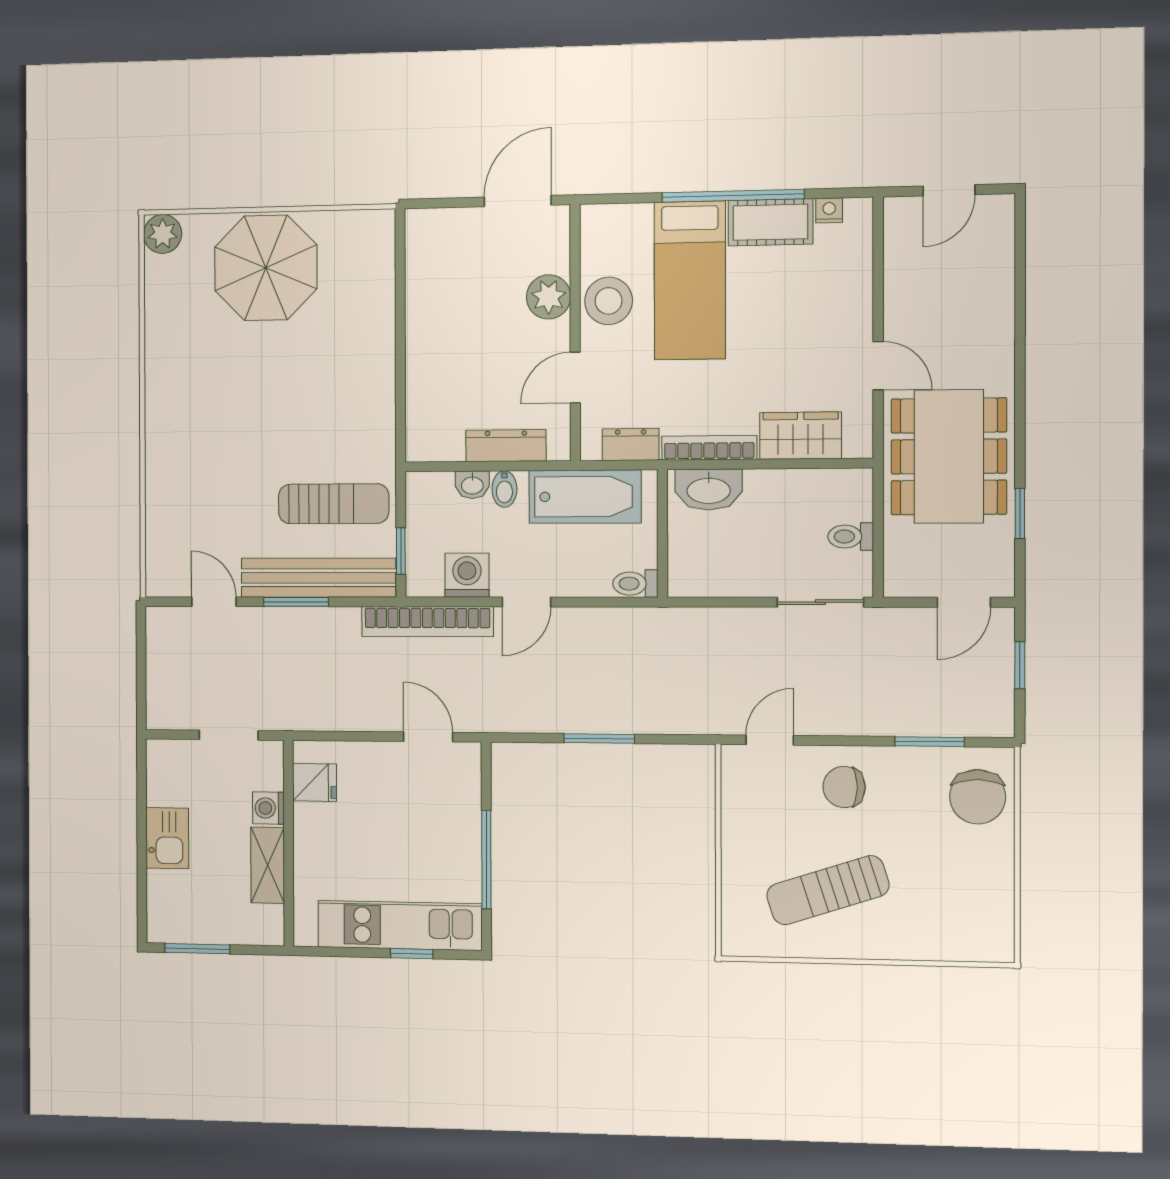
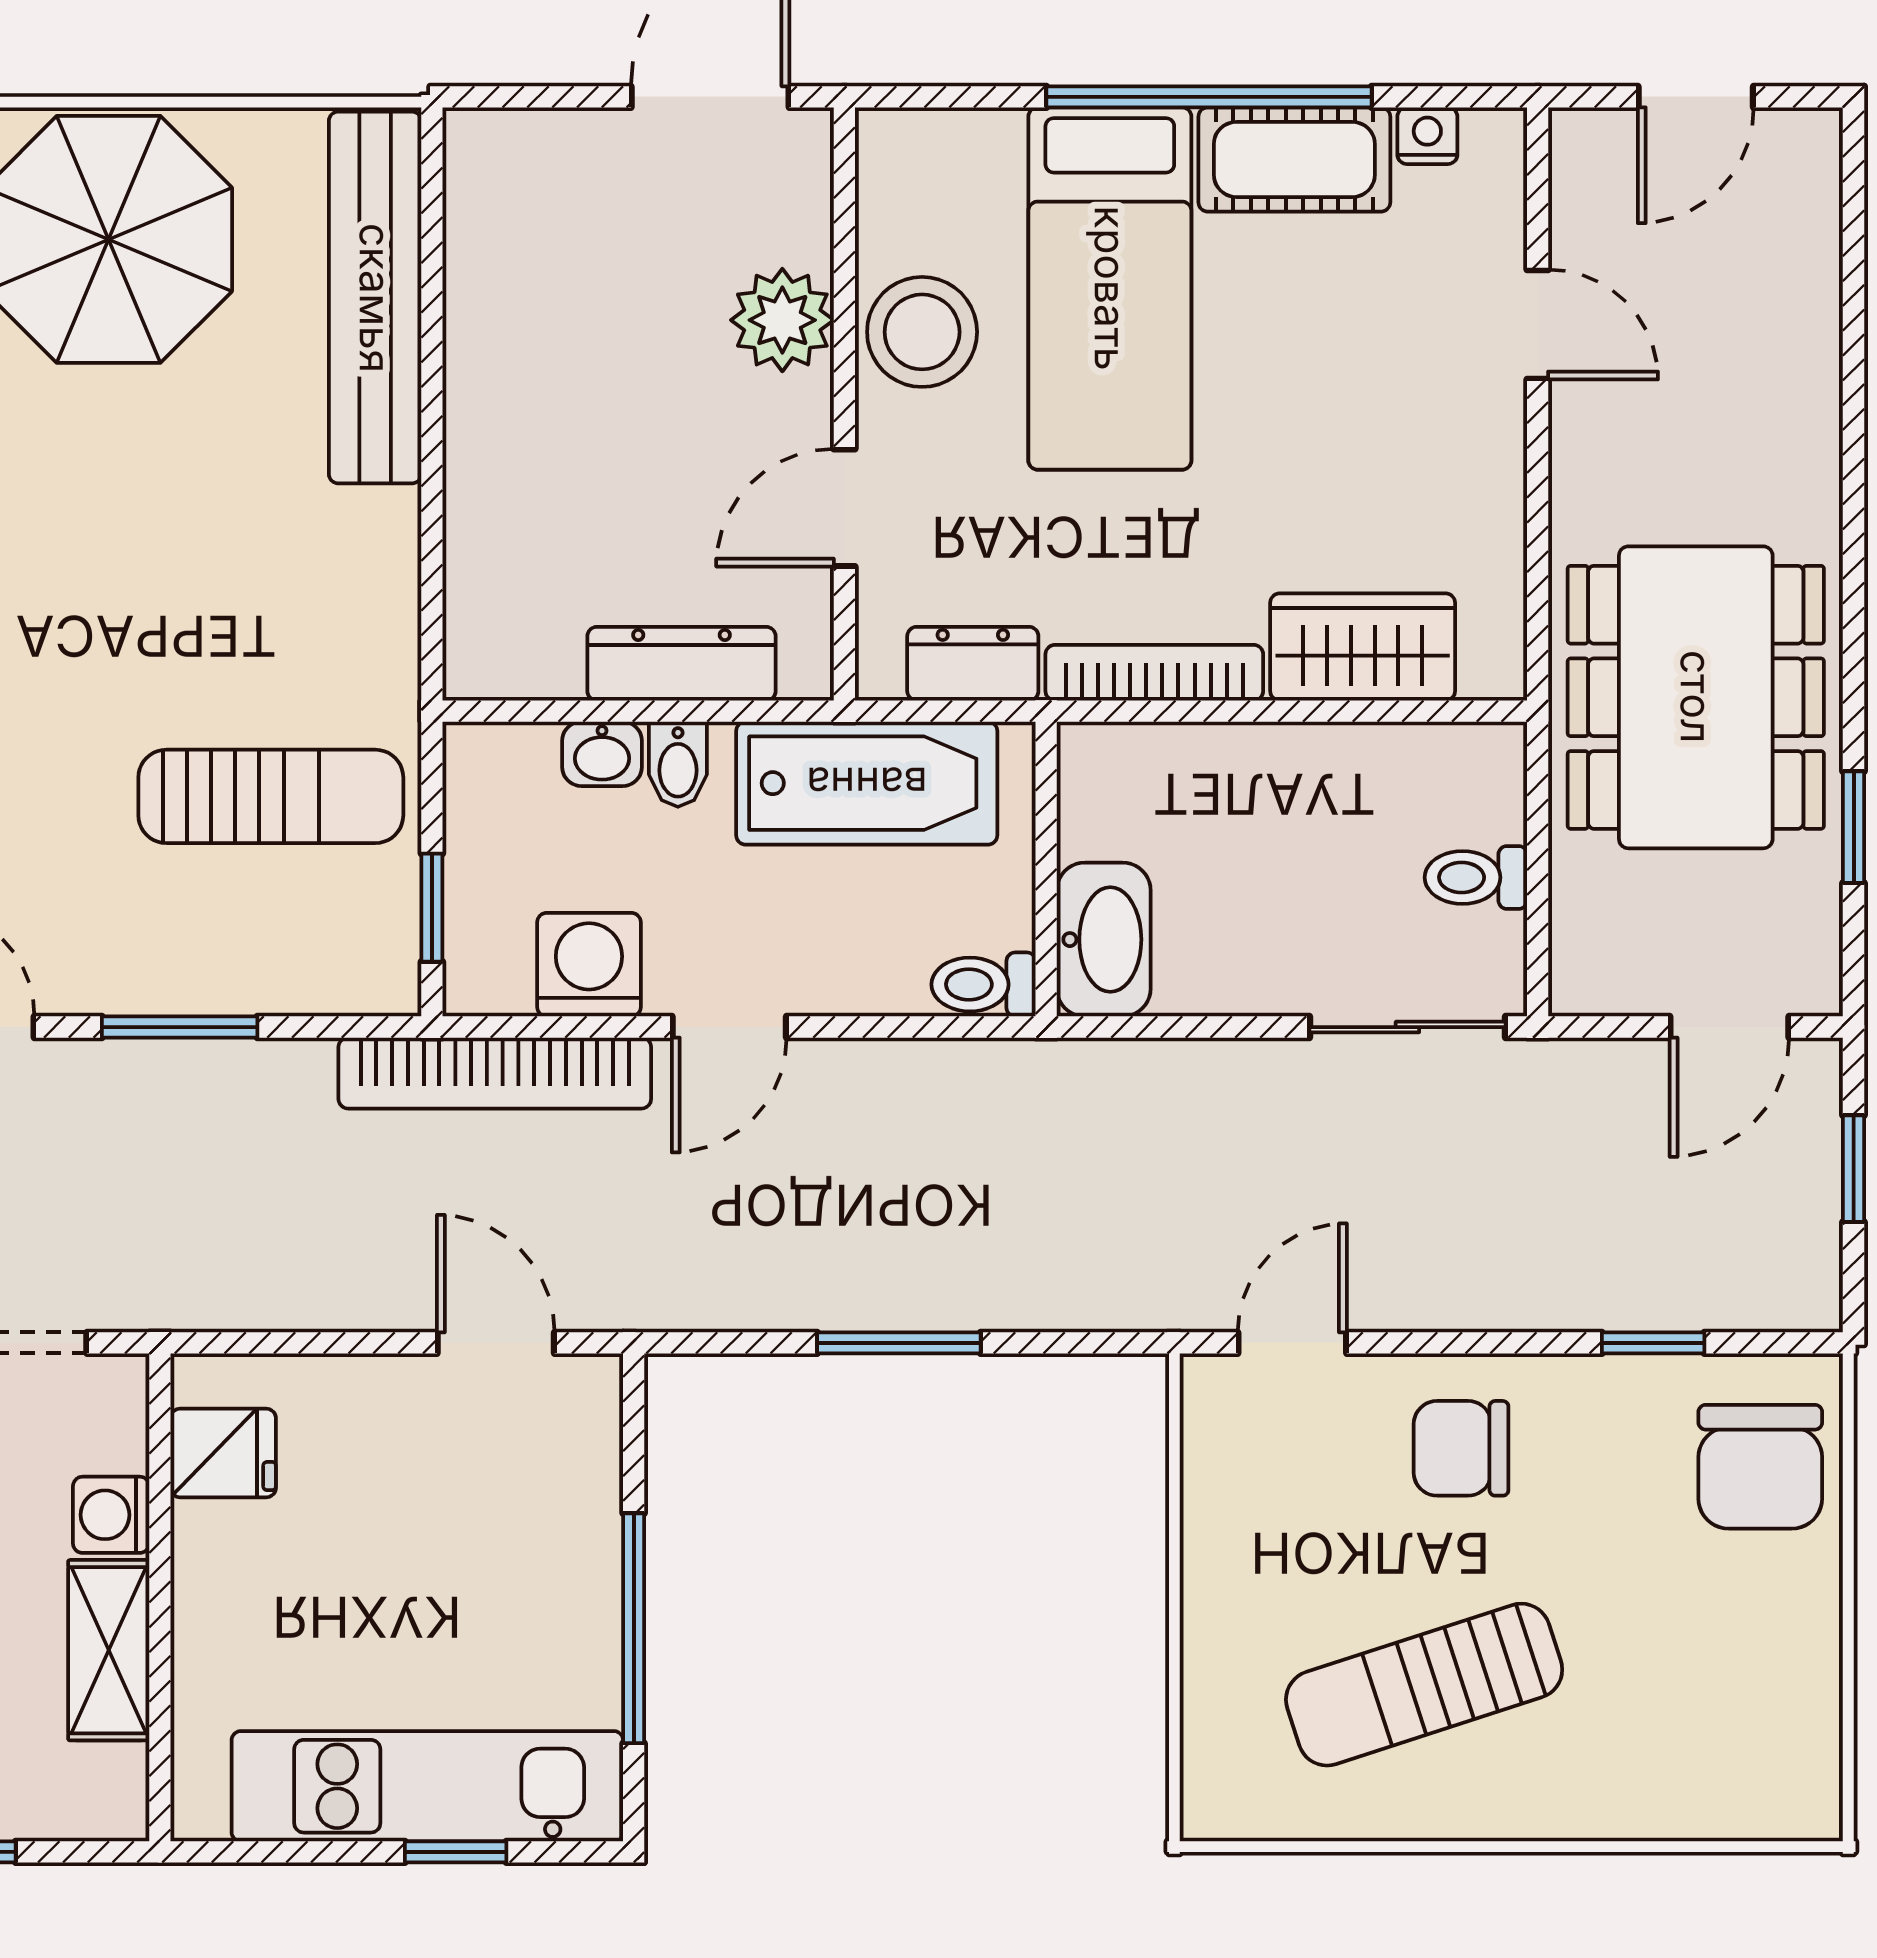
door: (878, 366) -> (1538, 324), moved
washbasin: (709, 490) -> (1104, 940), moved, turned -90
bench: (318, 578) -> (375, 298), moved, turned 90
window: (930, 742) -> (1653, 1343), width x0.67

